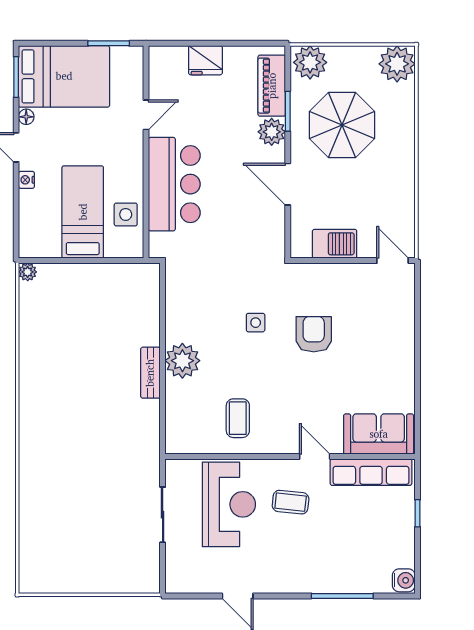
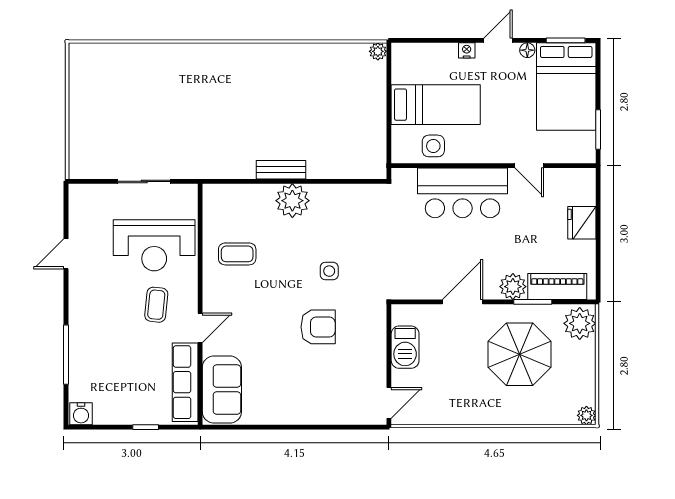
plant: (397, 64) -> (586, 415), width x0.53, depth x0.53

